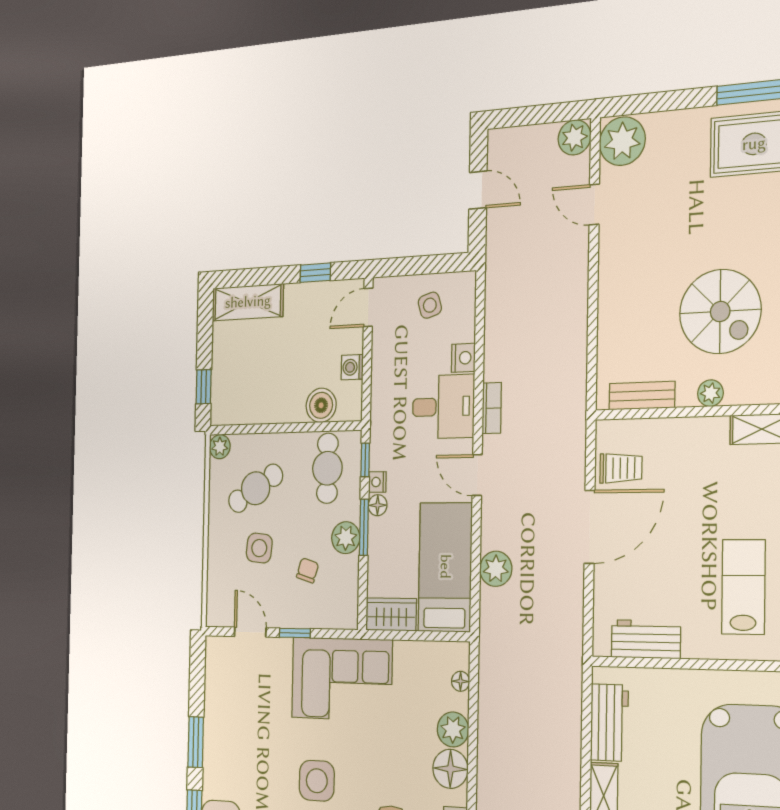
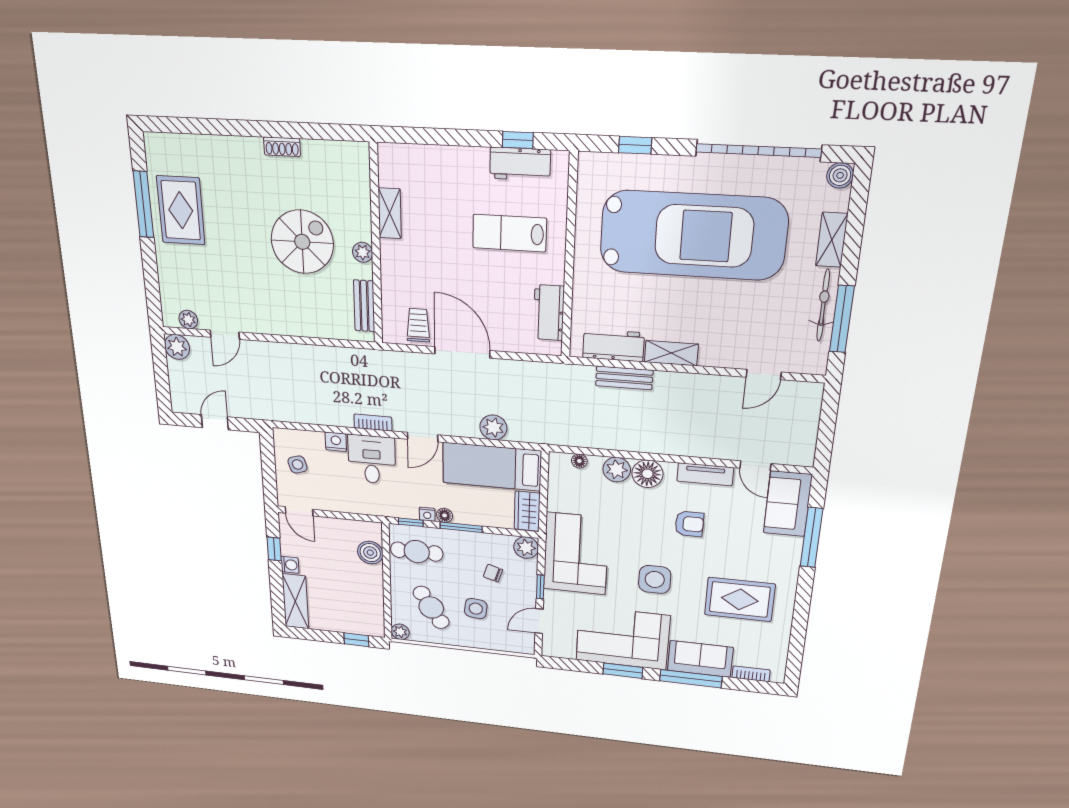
plant: (622, 141) -> (188, 320), width x0.53, depth x0.53
washing machine: (352, 367) -> (290, 565), moved, turned -90
plant: (346, 538) -> (526, 548), moved
bench: (569, 737) -> (624, 378), added
corner sofa: (238, 741) -> (623, 638), added

